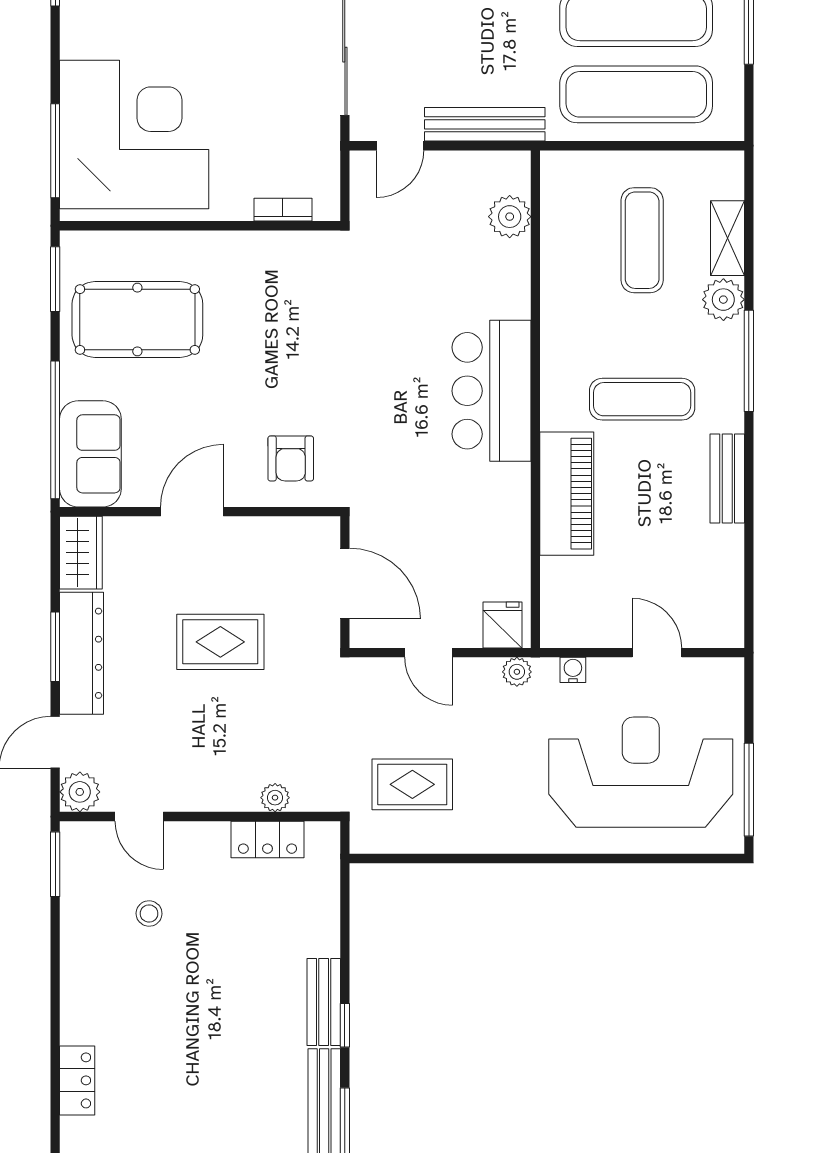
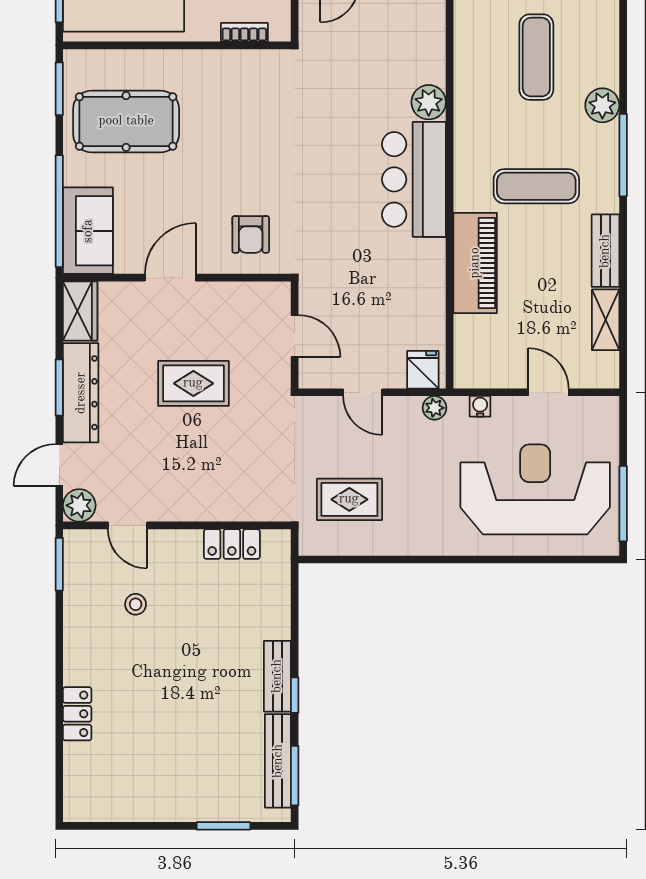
plant: (510, 217) -> (429, 102), moved
shelving: (727, 238) -> (606, 320), moved
door: (345, 584) -> (295, 336), width x0.73
plant: (275, 798) -> (238, 510), removed
locker: (77, 1080) -> (77, 714), moved

